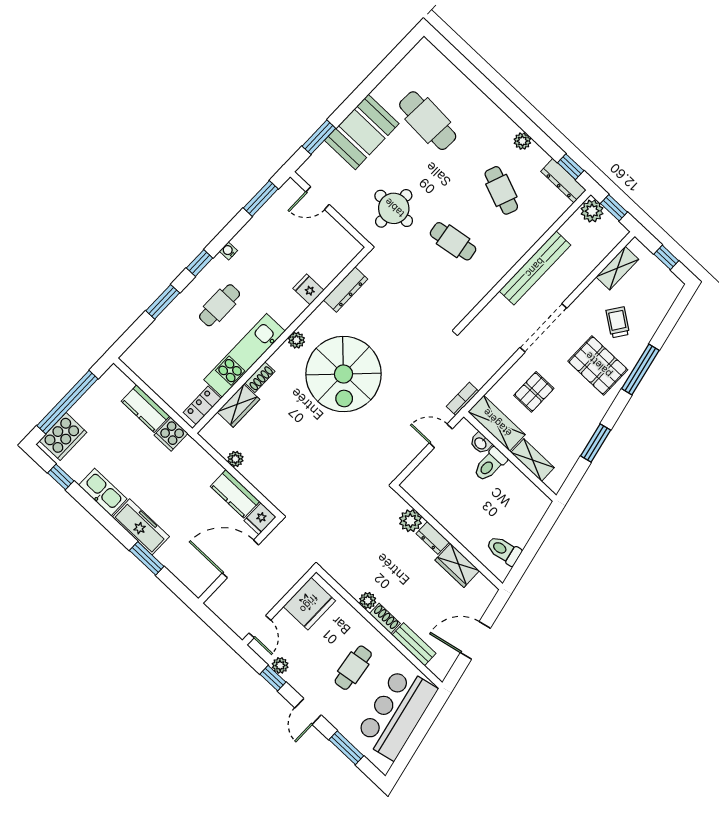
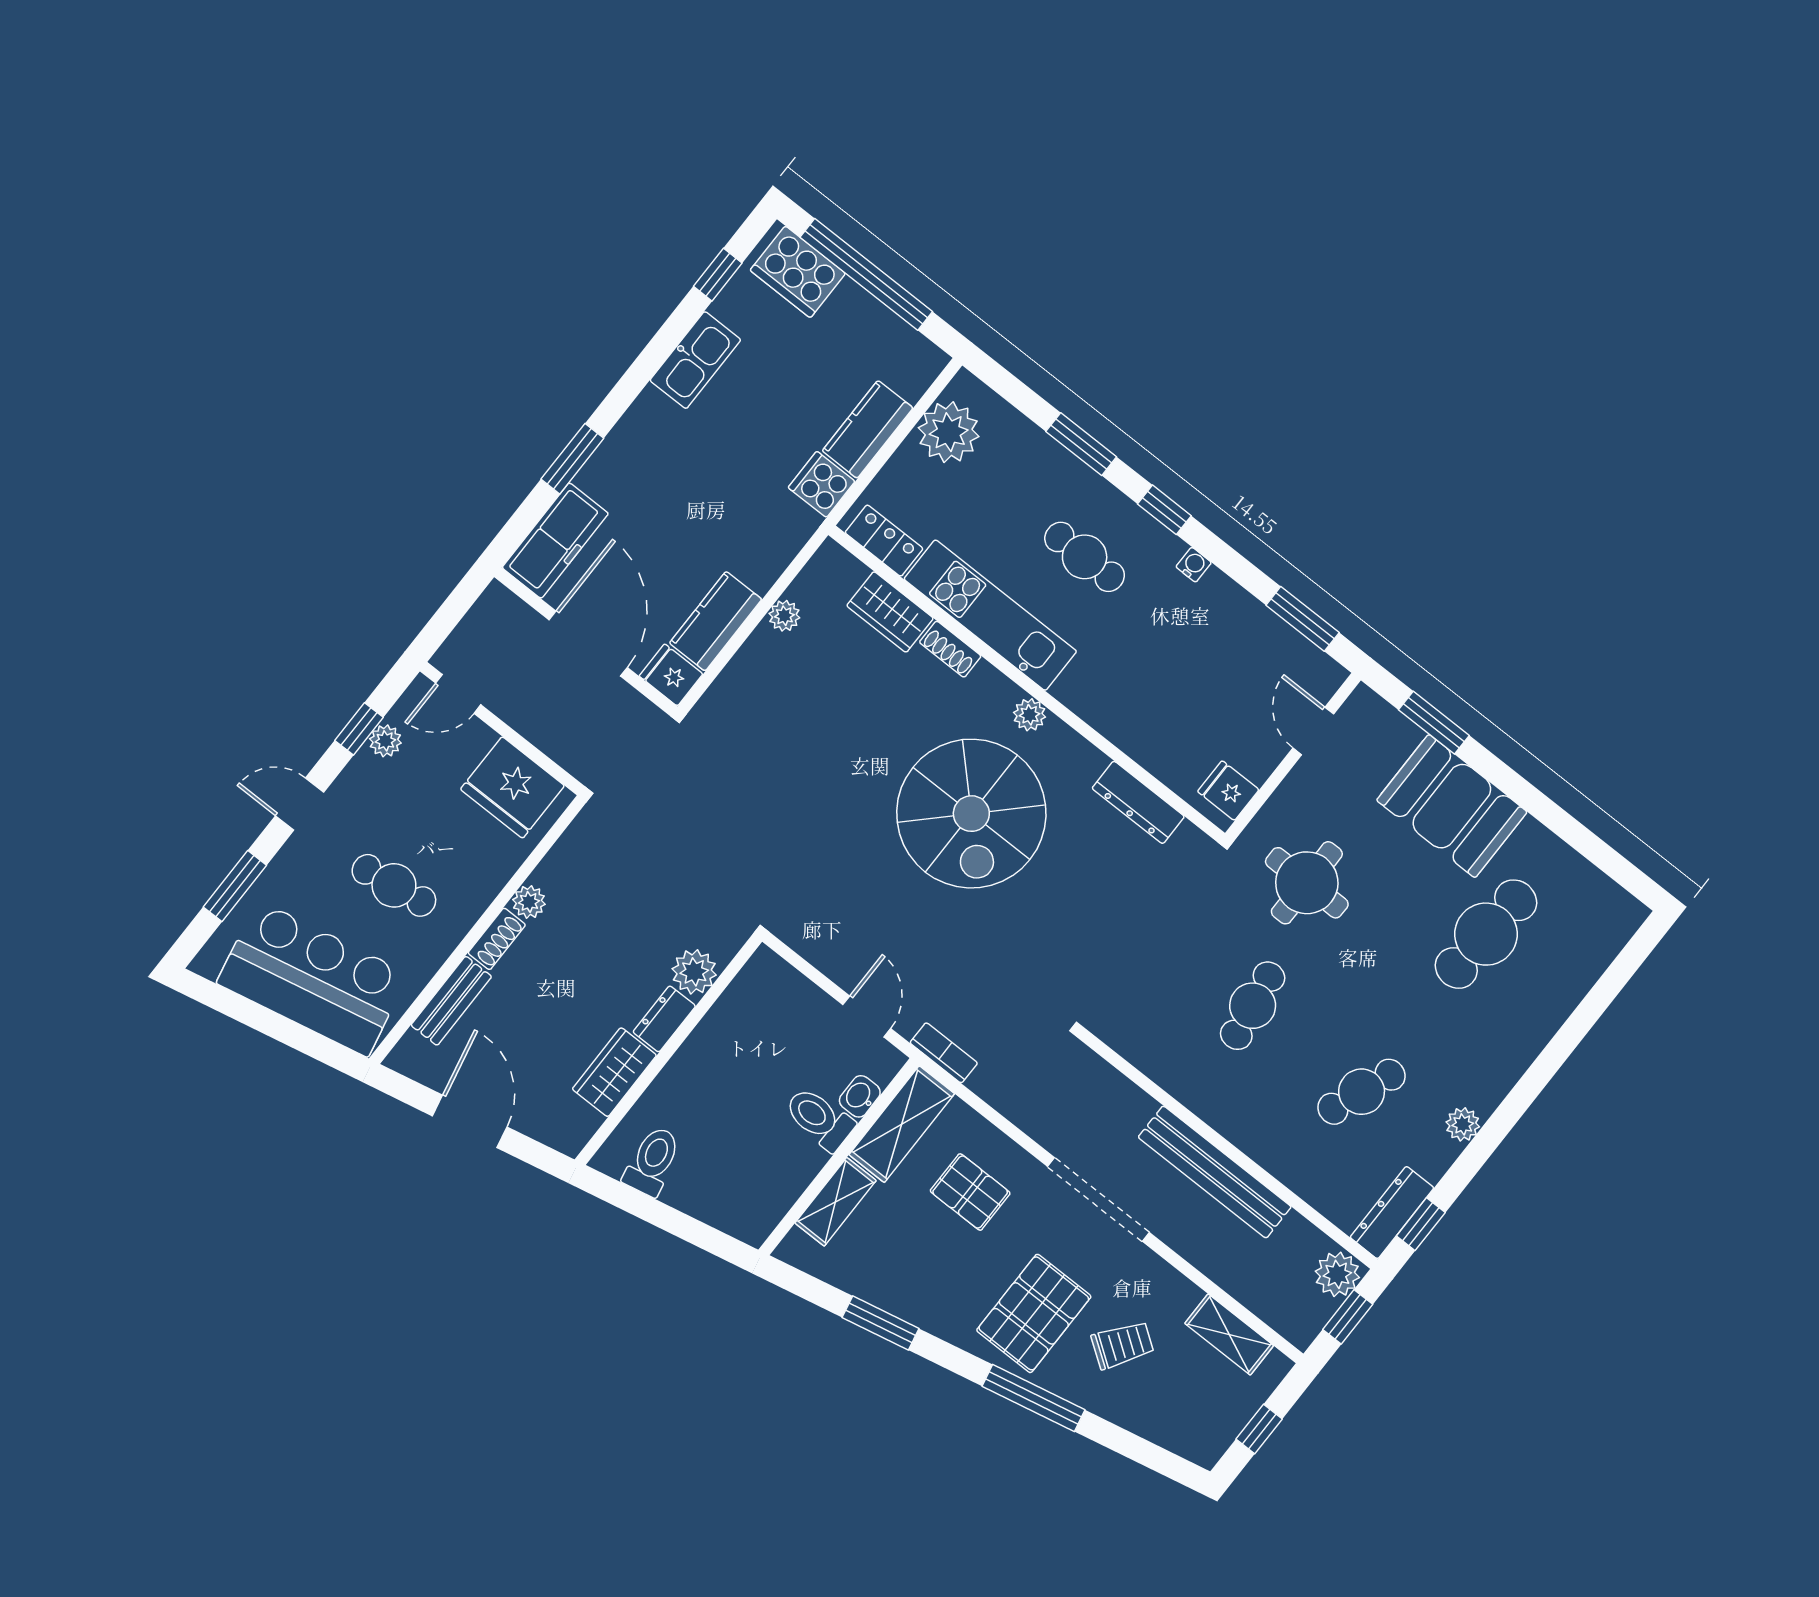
fridge: (308, 289) -> (1228, 791), moved, turned -90
plant: (151, 368) -> (949, 432), added
spiral stairs: (343, 374) -> (971, 814), turned -90
freezer: (141, 527) -> (555, 541), moved

